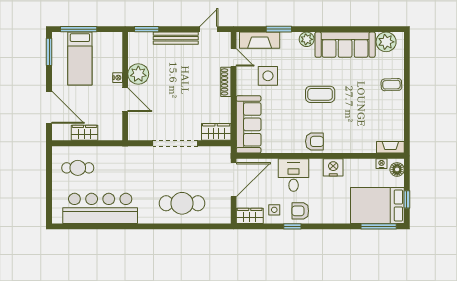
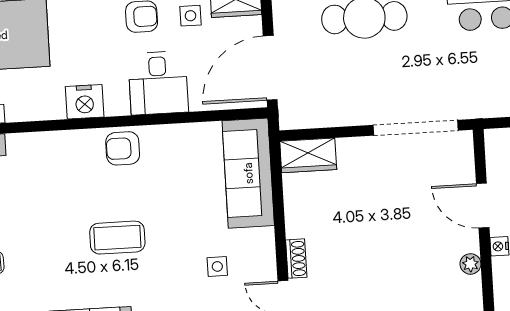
plant: (138, 74) -> (470, 264), width x0.53, depth x0.53
side table: (268, 76) -> (217, 266), width x0.54, depth x0.54
shoe rack: (226, 82) -> (296, 259), width x0.70
doorway: (175, 143) -> (416, 128), moved

